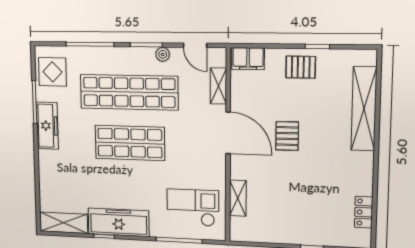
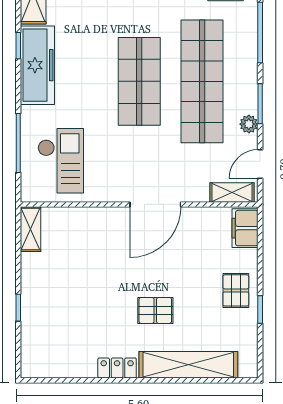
shelving: (218, 86) -> (232, 192), moved
pallet: (287, 136) -> (155, 310), moved
shelving: (238, 198) -> (31, 229), moved, turned 90
locker: (364, 212) -> (117, 368), moved

